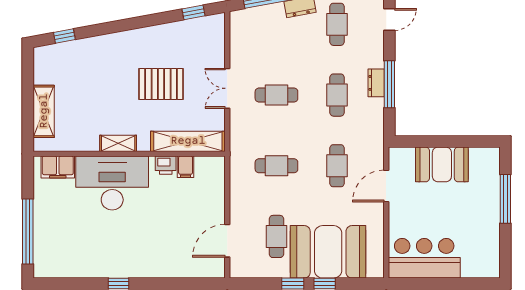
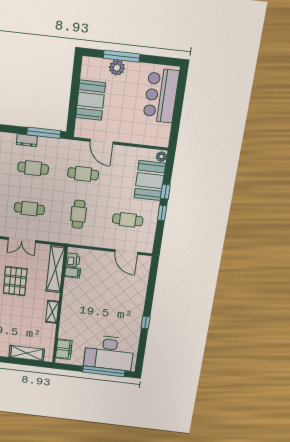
window: (389, 84) -> (44, 133), moved
cafe table: (276, 95) -> (29, 209), turned 90
printer: (166, 165) -> (73, 260), moved
desk: (112, 183) -> (109, 353), moved, turned -90
plant: (490, 195) -> (117, 68), added
booth: (328, 252) -> (150, 181), width x0.73, depth x0.70
bar counter: (424, 258) -> (161, 95), moved
plant: (375, 271) -> (161, 157), added

